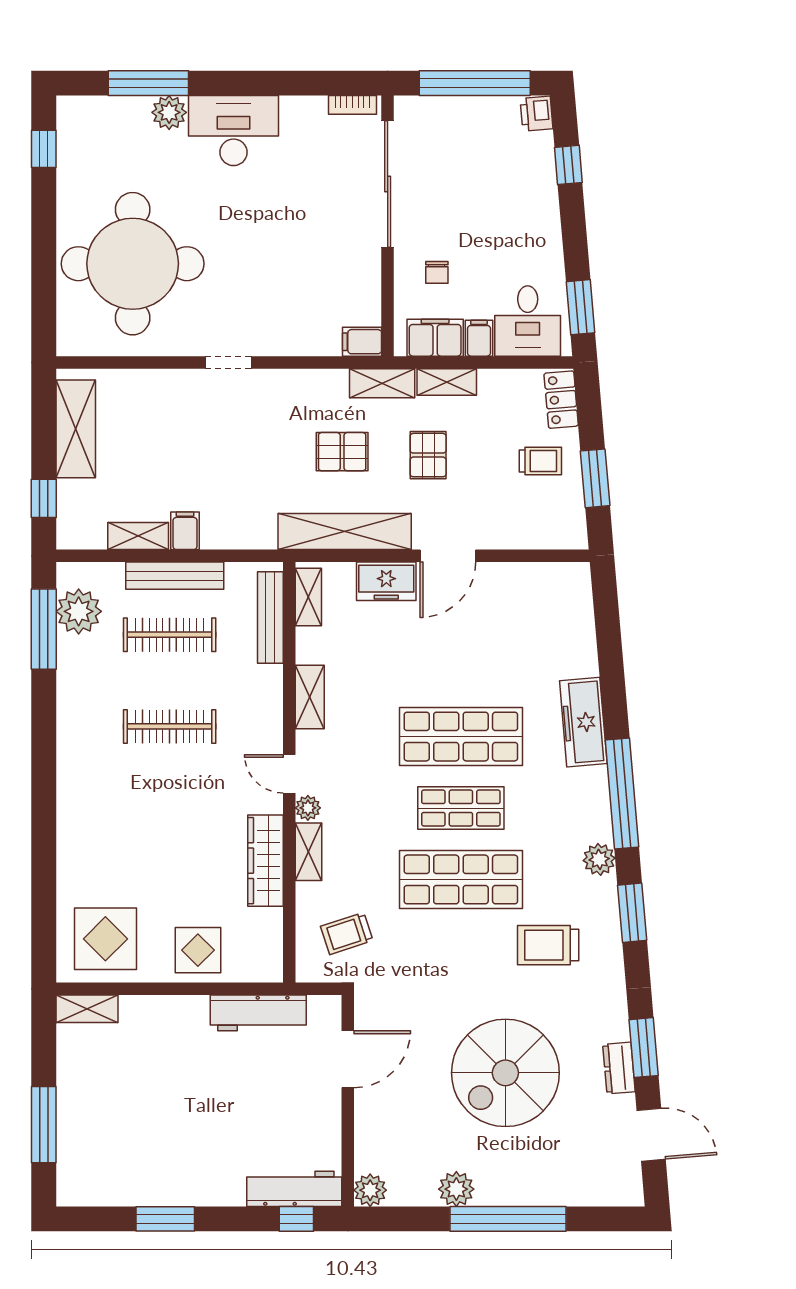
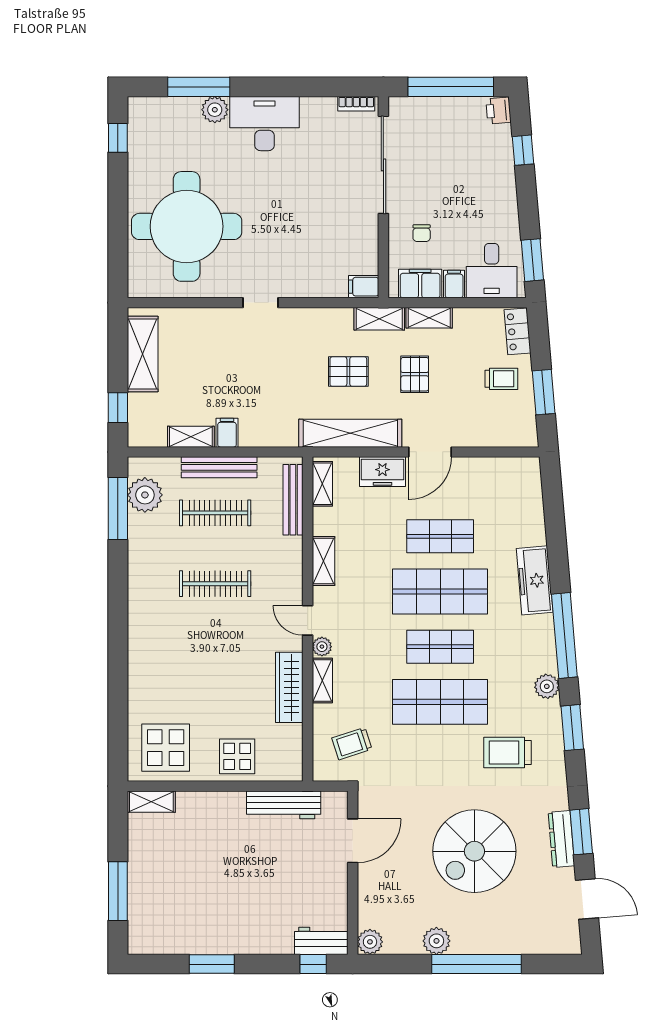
shop shelf: (461, 665) -> (440, 536), added
dresser: (619, 1068) -> (561, 839), width x1.44
workbench: (294, 1189) -> (321, 941), width x0.73

